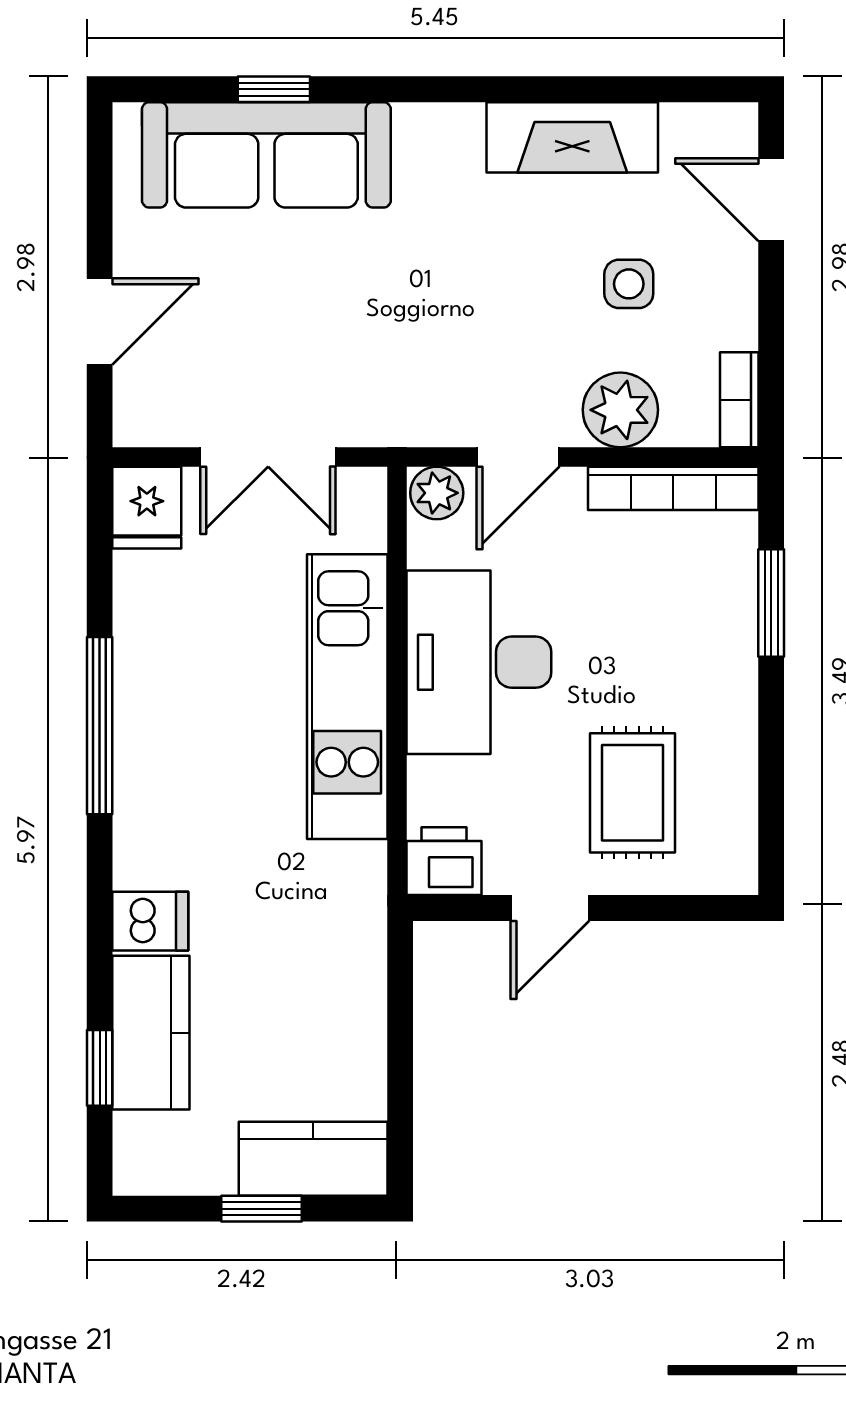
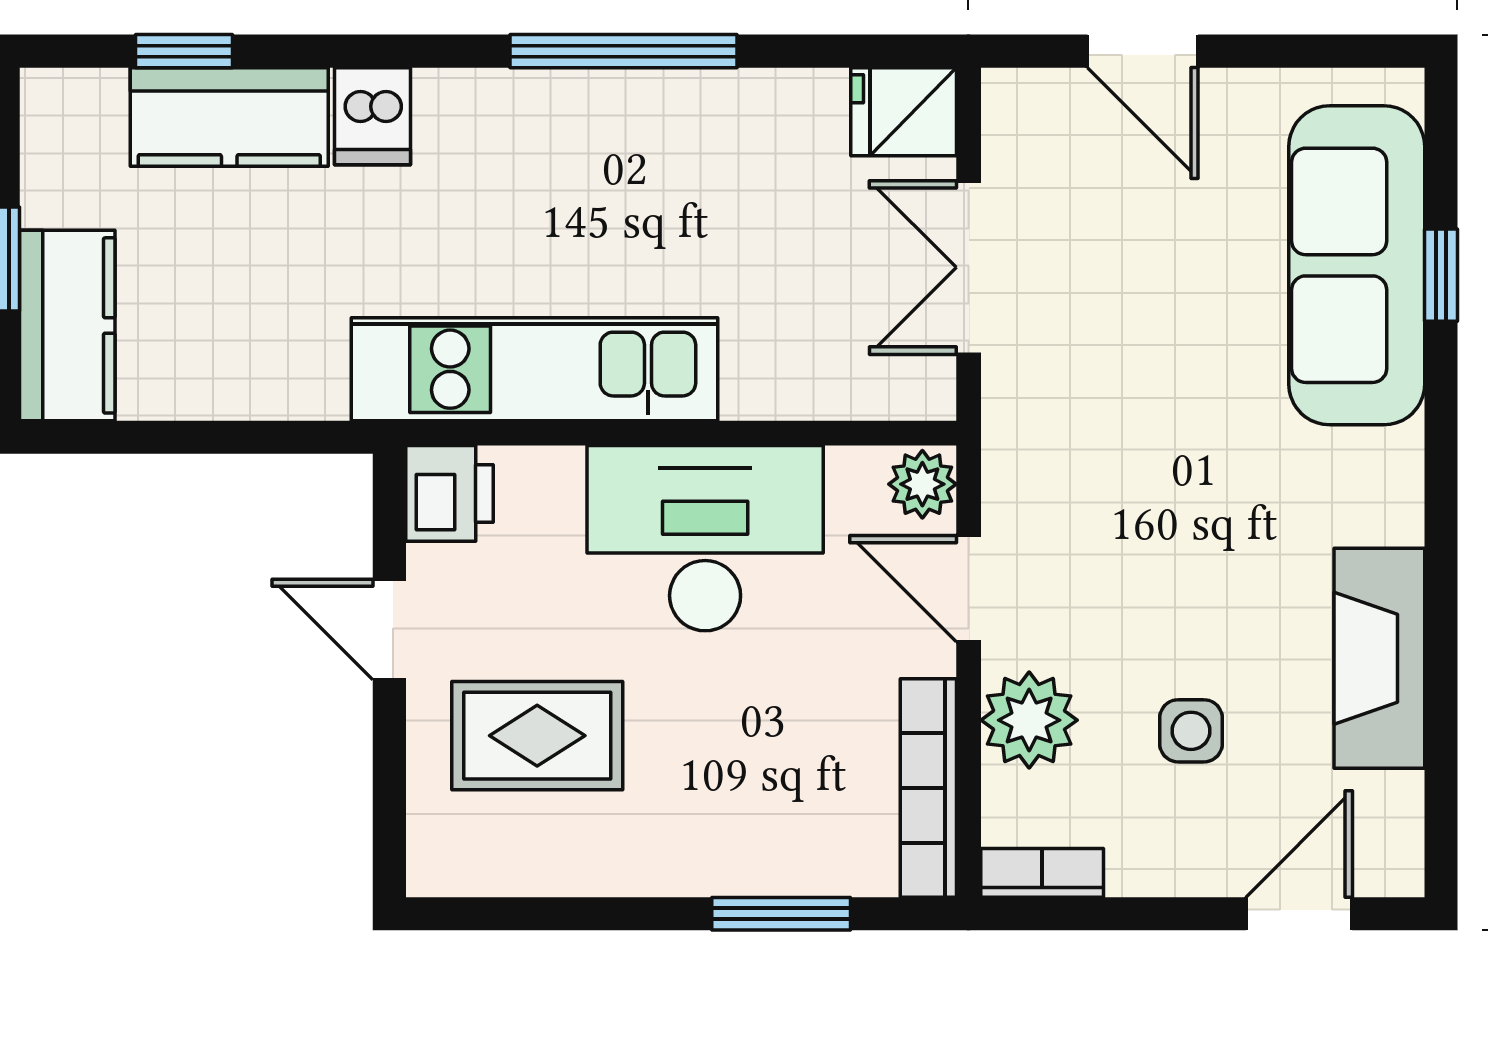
kitchen unit: (347, 697) -> (534, 369), moved

